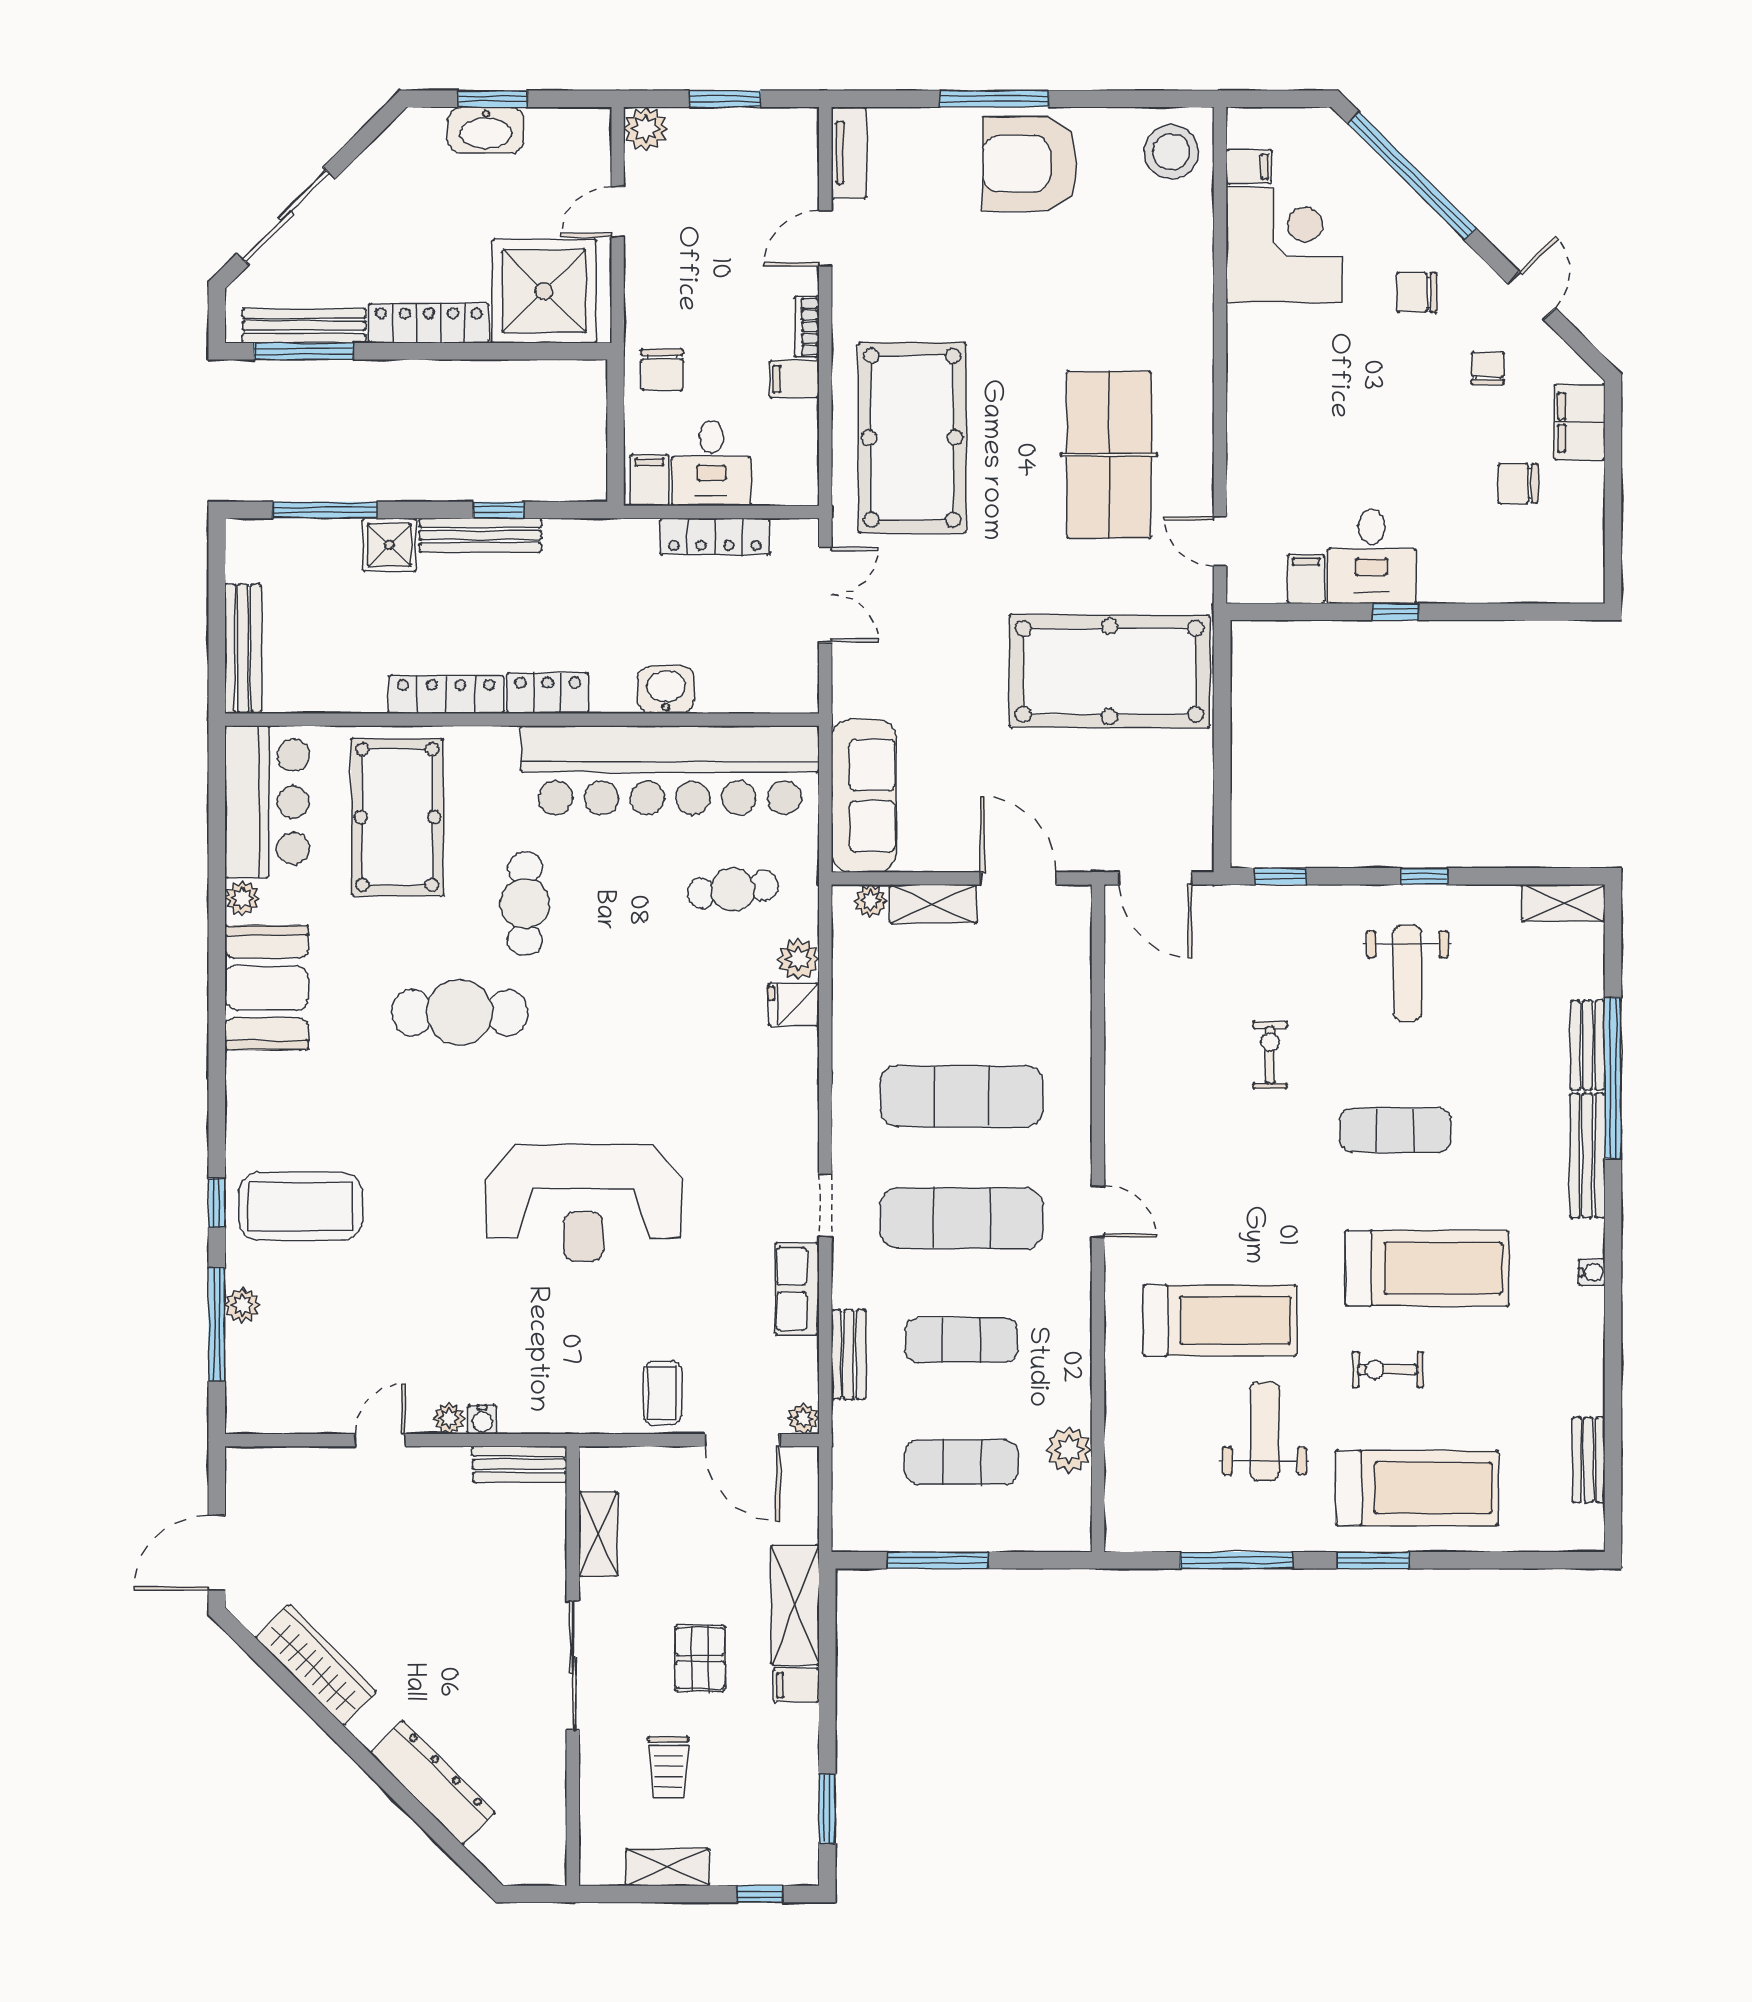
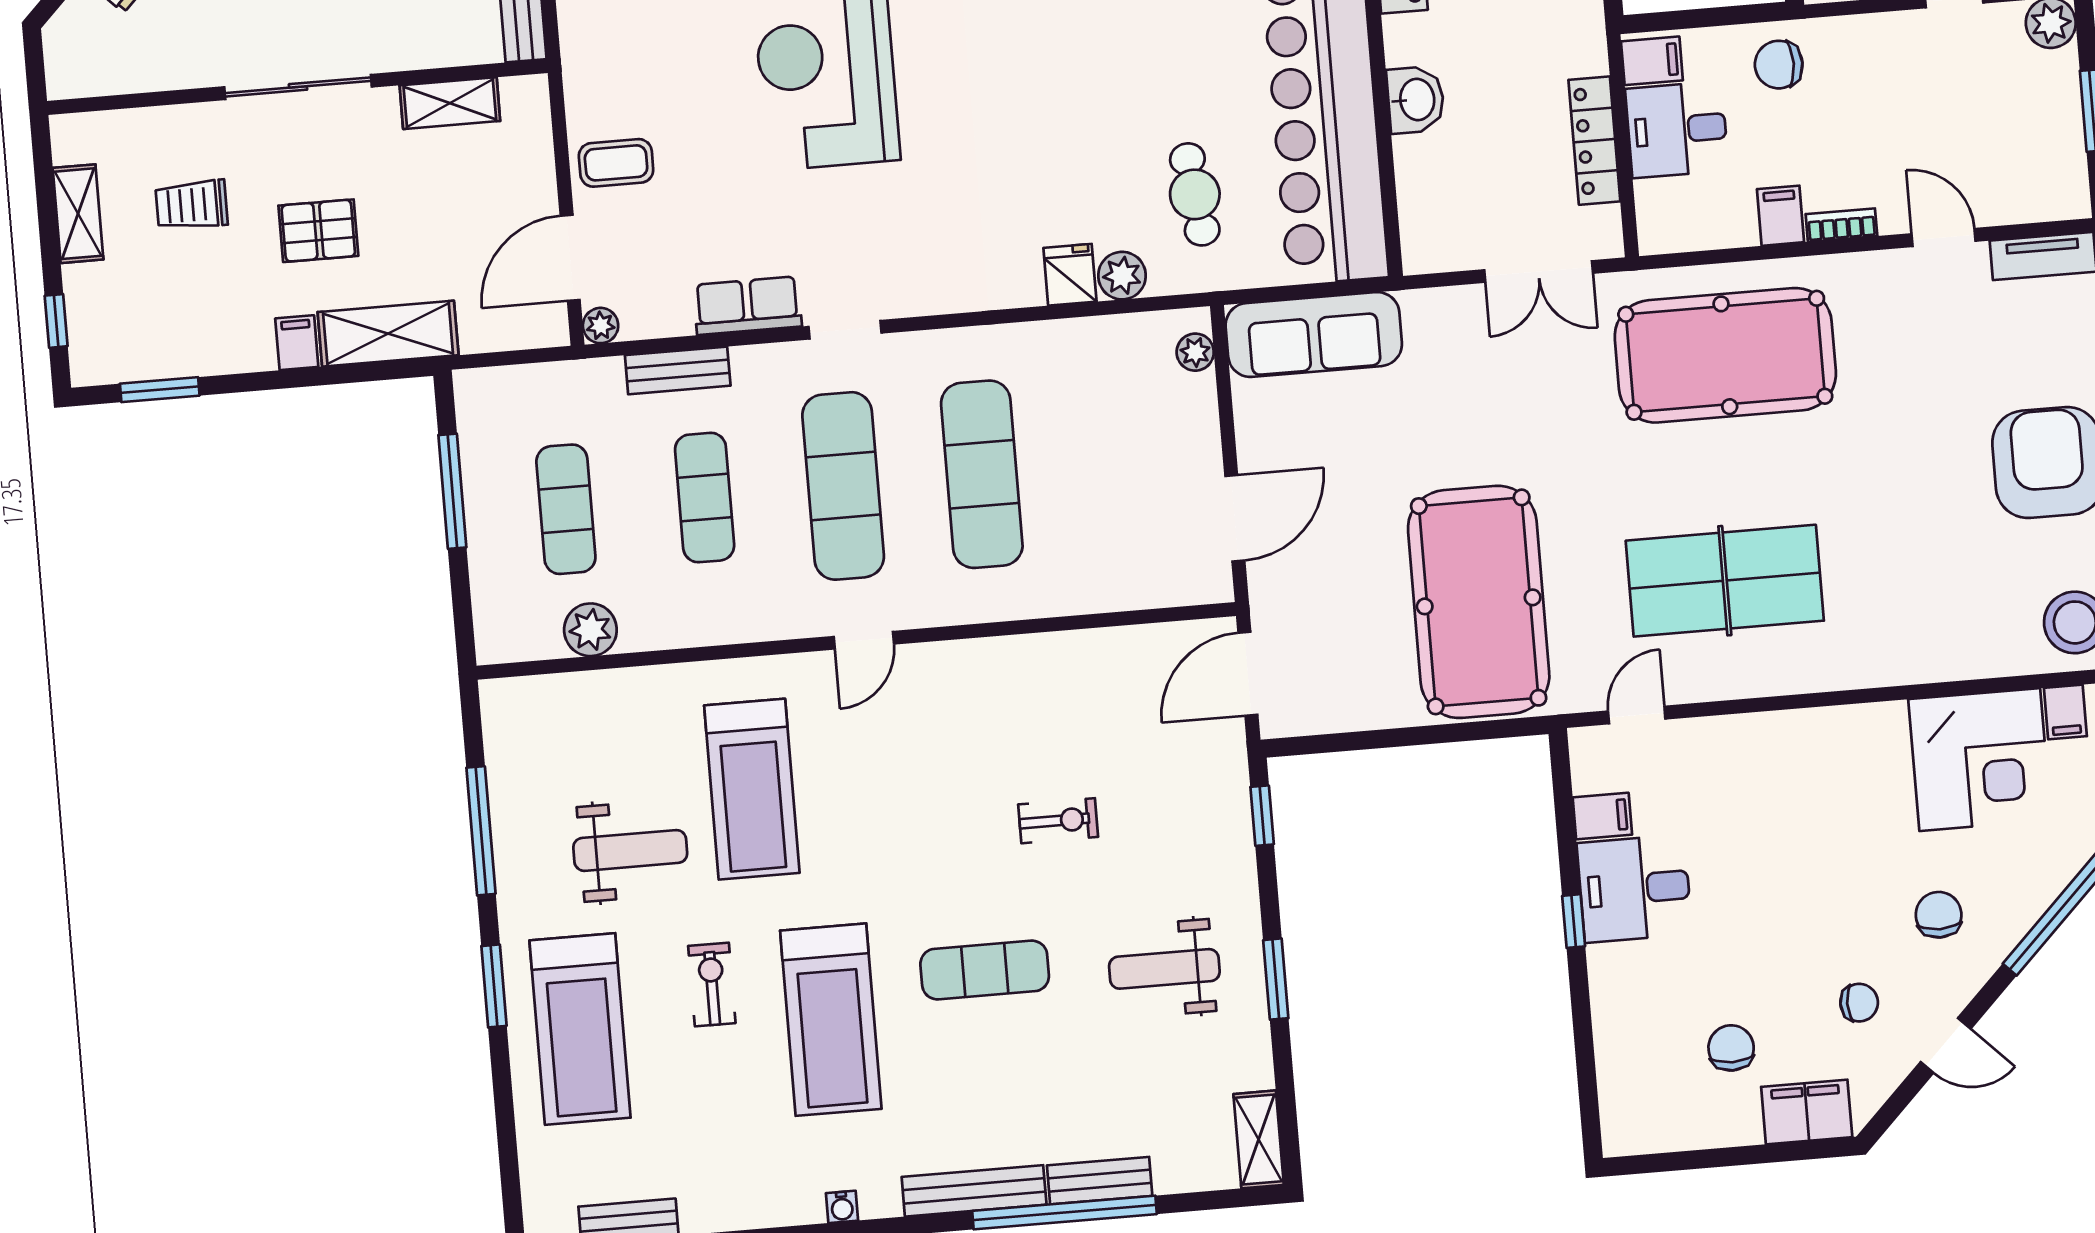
window: (1424, 876) -> (1276, 979), width x1.50
shelving: (933, 904) -> (1198, 424), removed
exercise mat: (1395, 1130) -> (985, 970), turned 90

